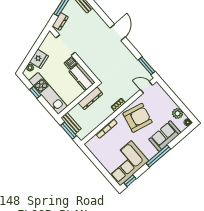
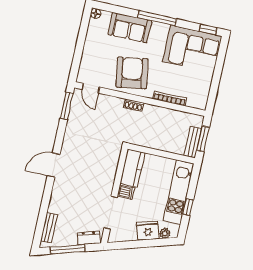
dresser: (90, 98) -> (149, 141), removed
plant: (178, 113) -> (94, 32), removed
armchair: (138, 118) -> (132, 73), turned 68

